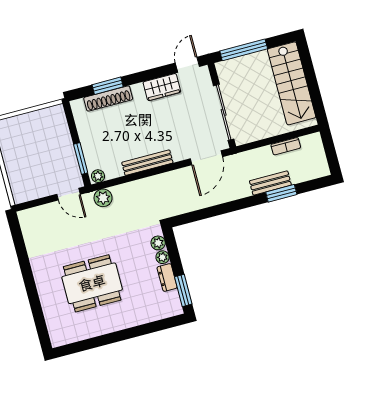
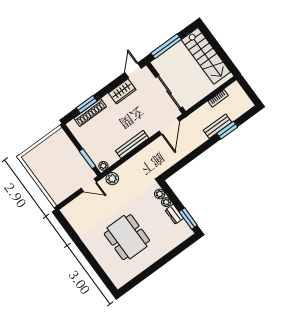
dining table: (92, 283) -> (127, 237), turned 90

